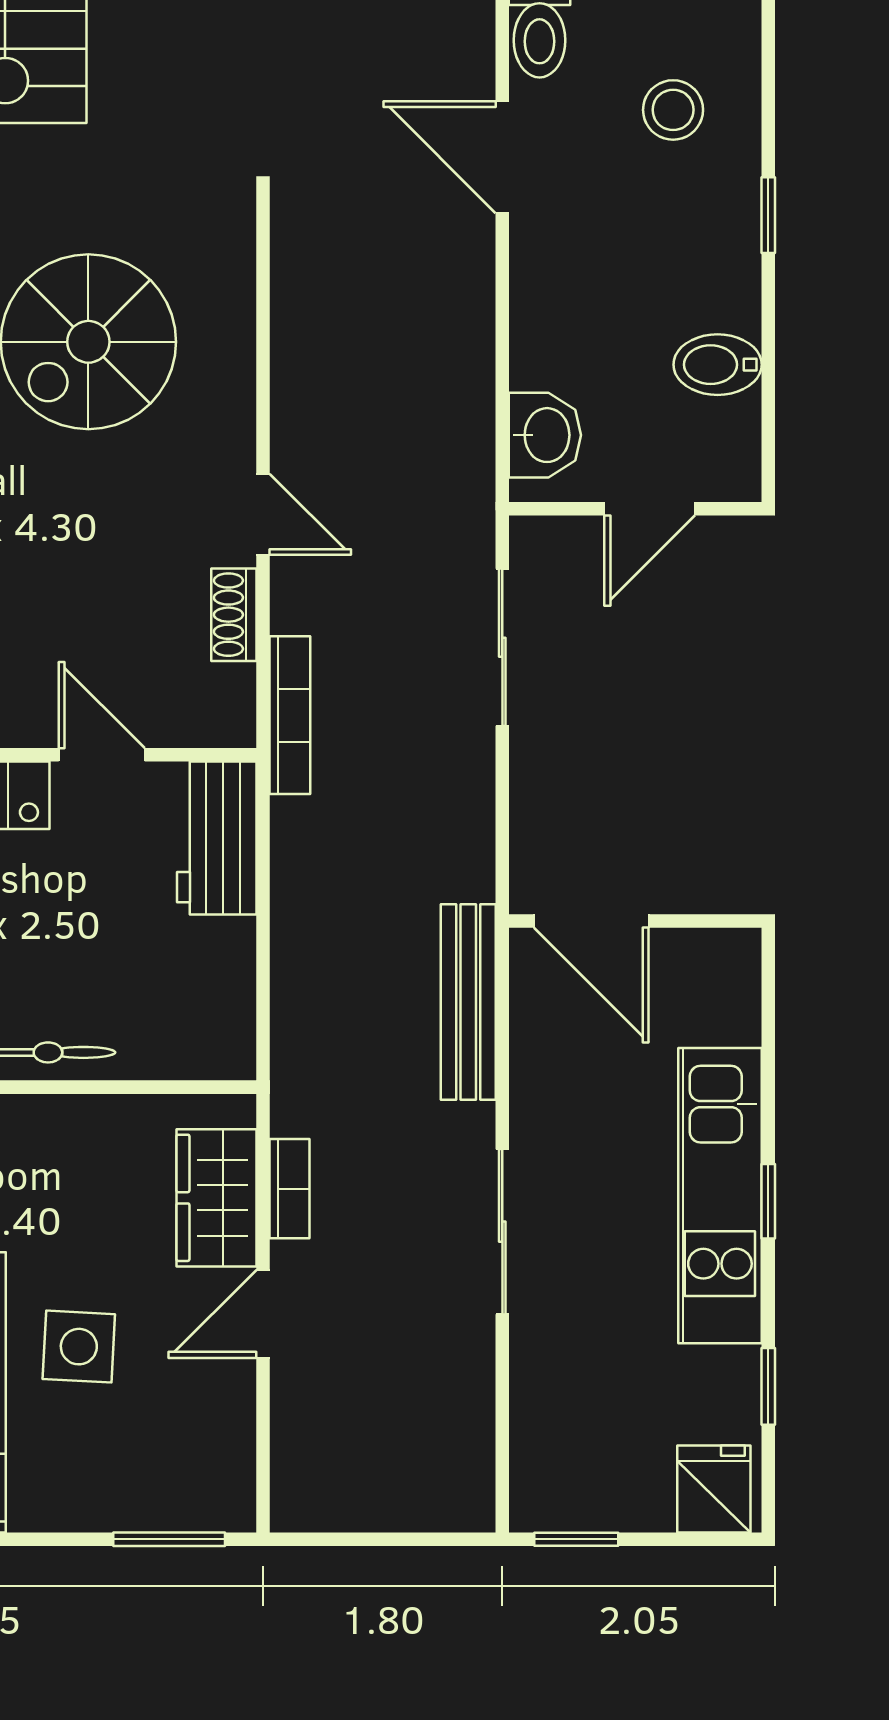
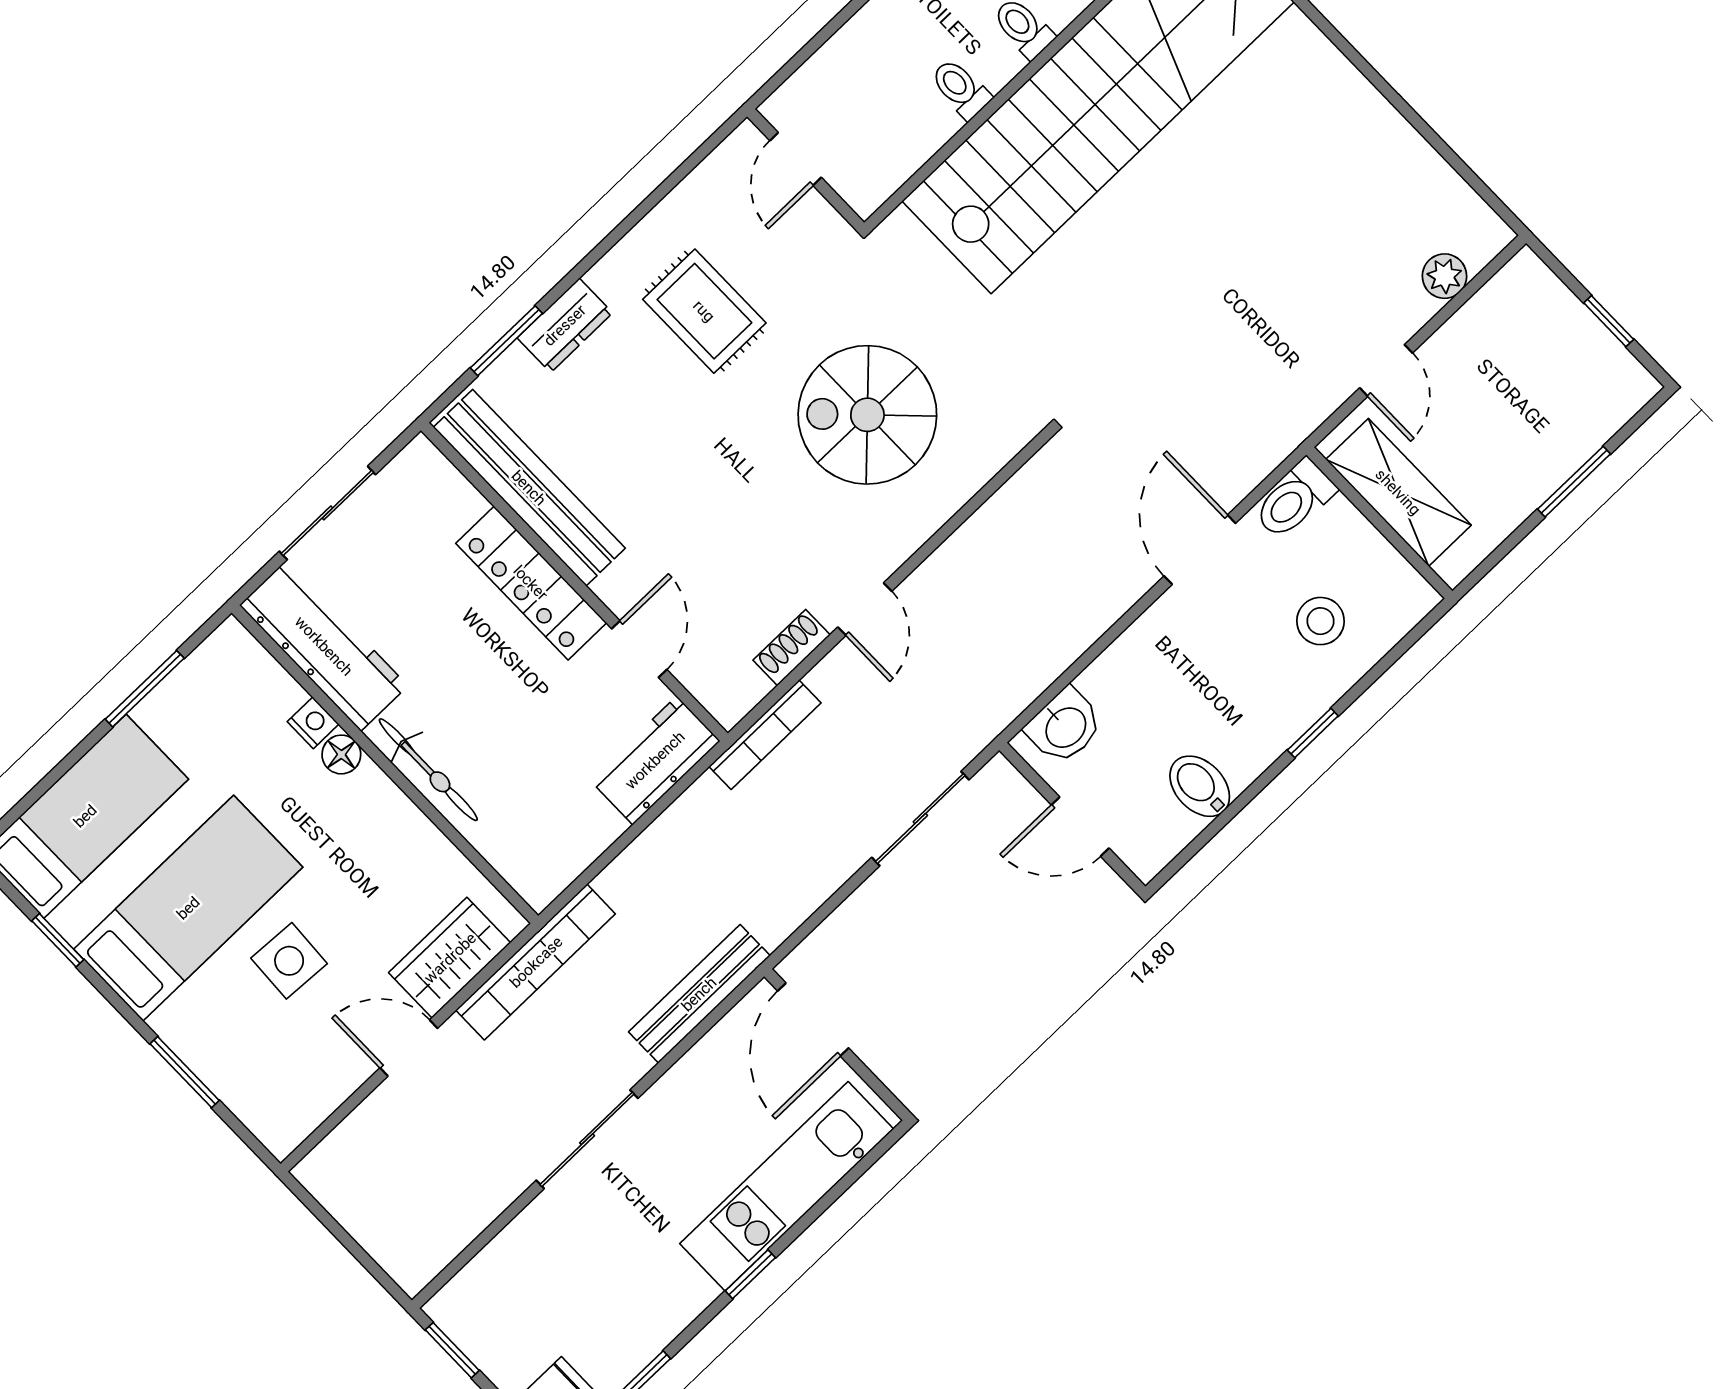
bookcase: (290, 1189) -> (536, 962), width x2.31, depth x1.31
kitchen unit: (720, 1196) -> (787, 1186), moved
window: (169, 1539) -> (185, 1072), moved

